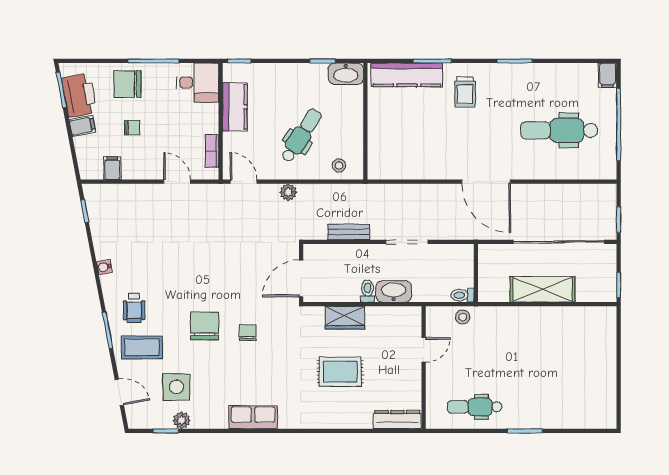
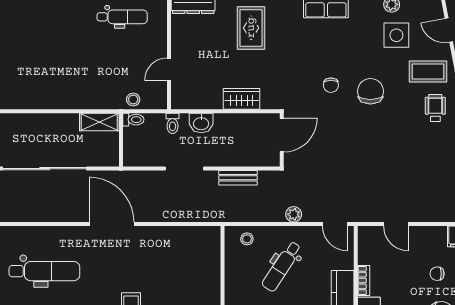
bookcase: (212, 151) -> (364, 280), moved
shelving: (543, 289) -> (99, 122), moved, width x0.67, depth x0.75
toilet: (368, 291) -> (173, 123), moved
washbasin: (394, 291) -> (201, 123), width x0.72
chair: (205, 326) -> (370, 91), turned 180
rug: (340, 372) -> (251, 28), moved, turned 90

